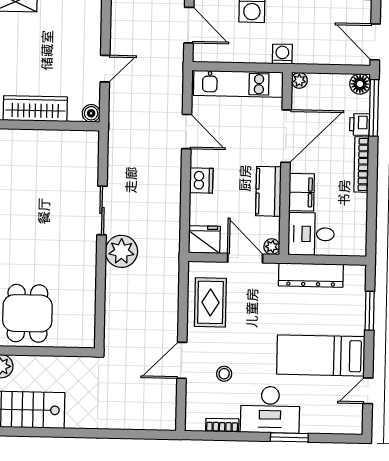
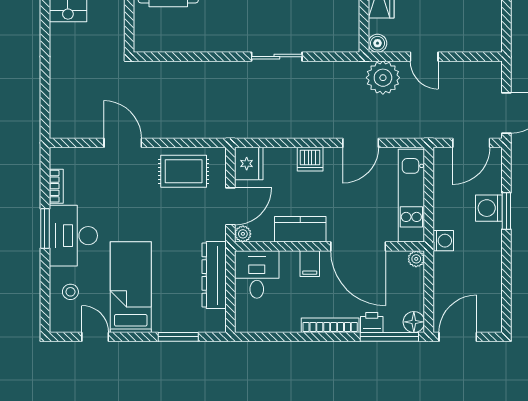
filing cabinet: (302, 192) -> (310, 264), width x0.50
plant: (121, 251) -> (383, 78), moved
stool: (224, 374) -> (70, 292), moved
window: (289, 437) -> (45, 228), moved

